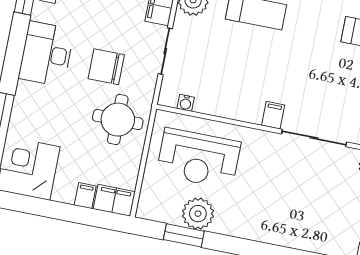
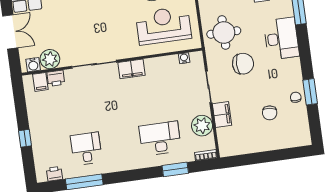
desk: (46, 54) -> (281, 39), moved
filing cabinet: (273, 115) -> (132, 69), width x2.00

